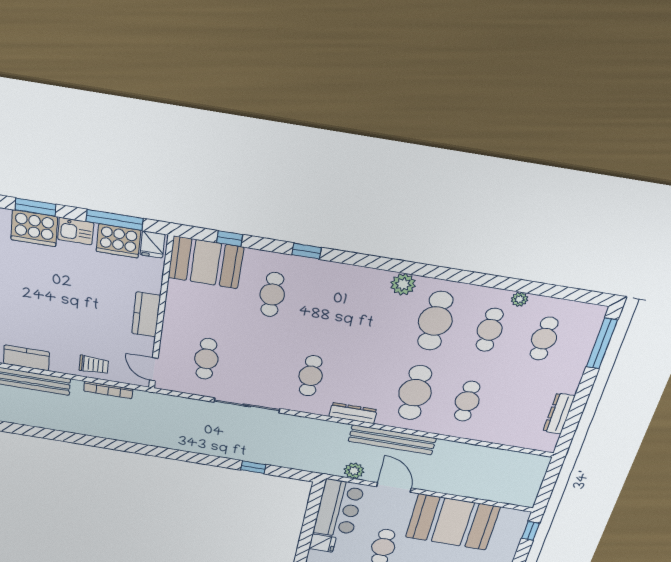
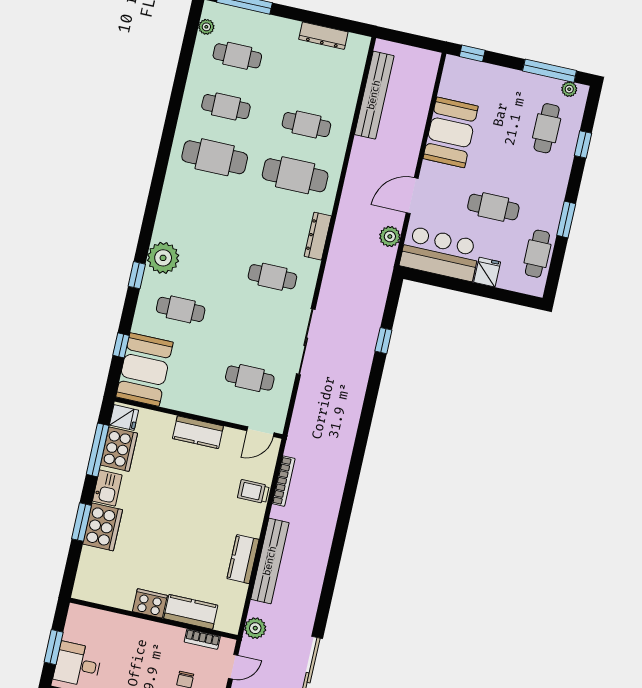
plant: (403, 284) -> (163, 258), moved, width x1.36, depth x1.36
plant: (519, 299) -> (206, 27), moved
trolley: (94, 365) -> (253, 492), turned -90
bench: (392, 440) -> (374, 95), moved
booth: (453, 522) -> (451, 132), width x0.73, depth x0.70

